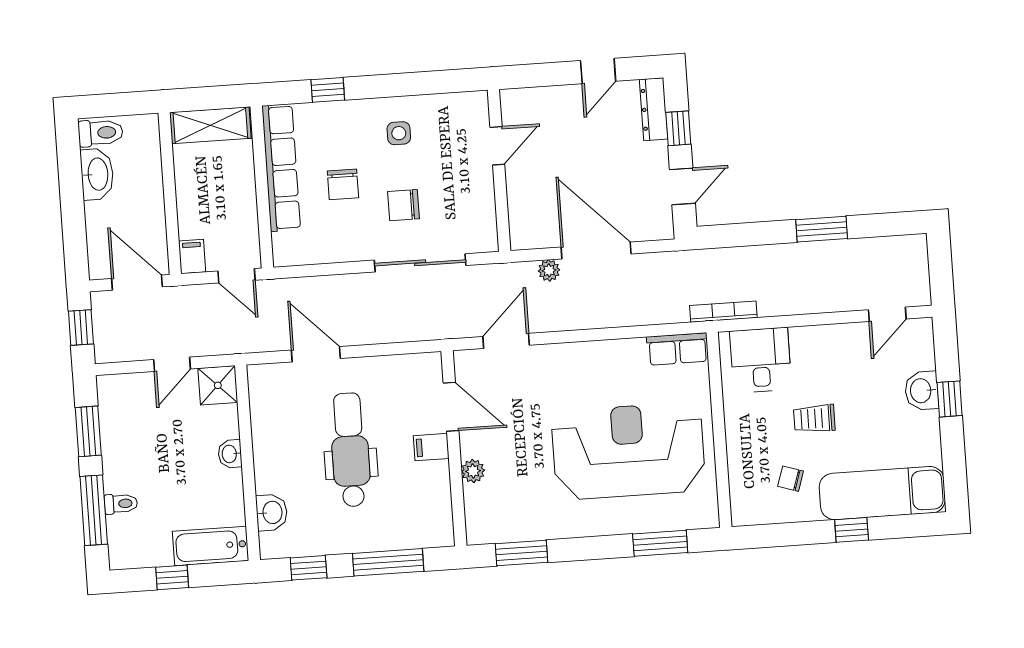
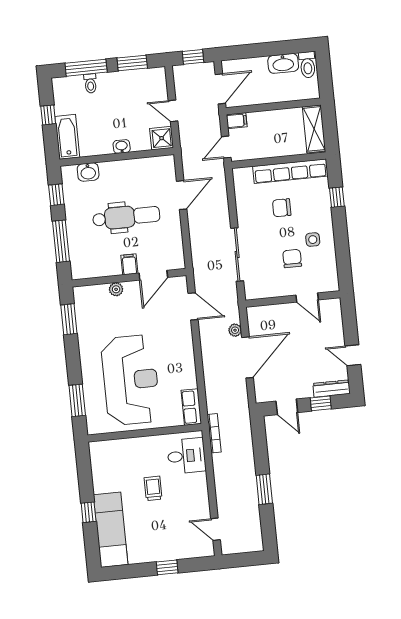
chair: (403, 205) -> (292, 259), moved
washbasin: (922, 391) -> (171, 551), removed
chair: (791, 479) -> (117, 476), removed

